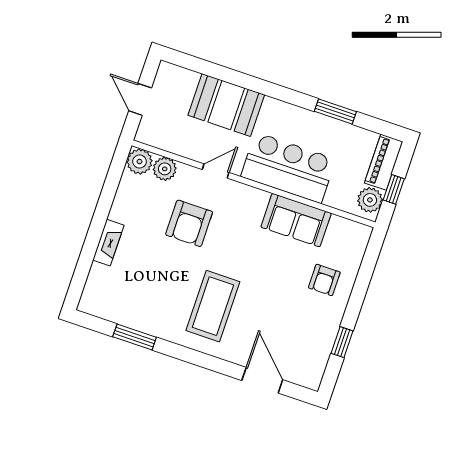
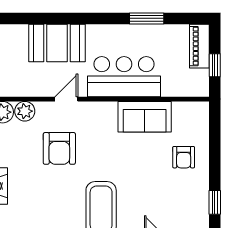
plant: (370, 200) -> (199, 80), removed

